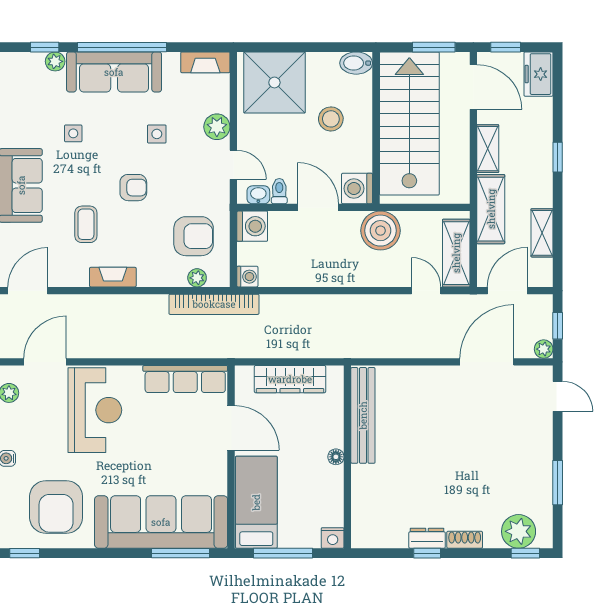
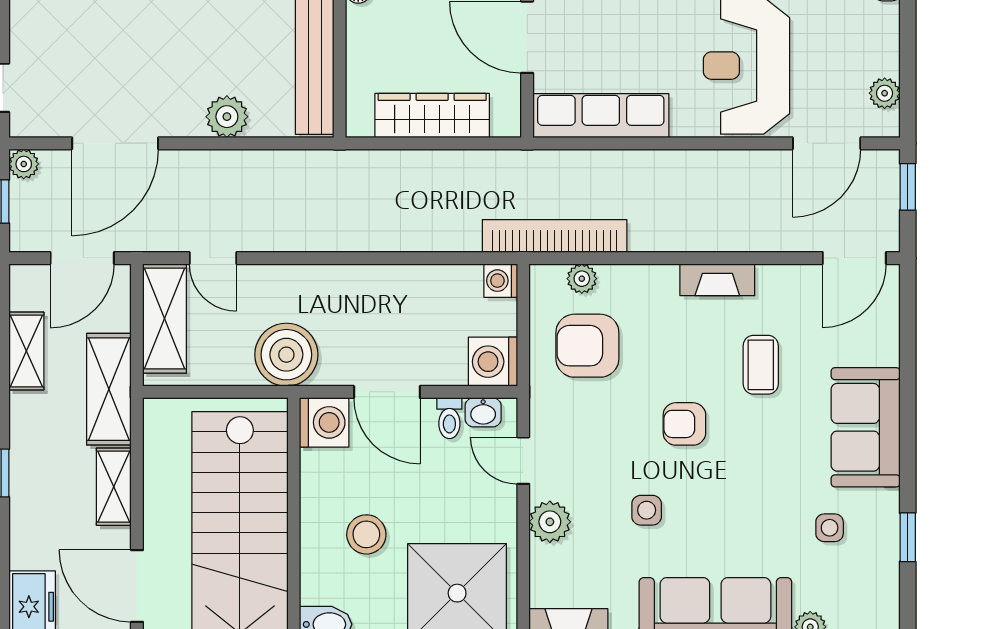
side table: (73, 133) -> (830, 528), moved
plant: (417, 378) -> (227, 117), added

